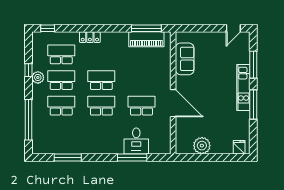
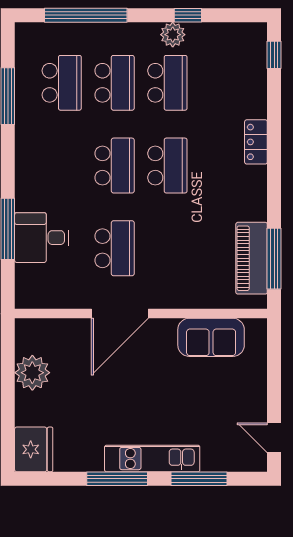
school desk: (61, 54) -> (62, 83), moved
fridge: (239, 147) -> (34, 449), width x1.88, depth x1.34

